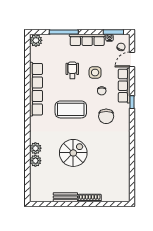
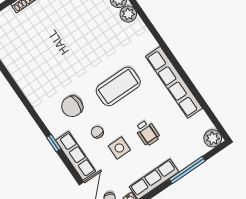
chair: (106, 116) -> (72, 106), turned -90
spiral stairs: (73, 153) -> (81, 38), removed

